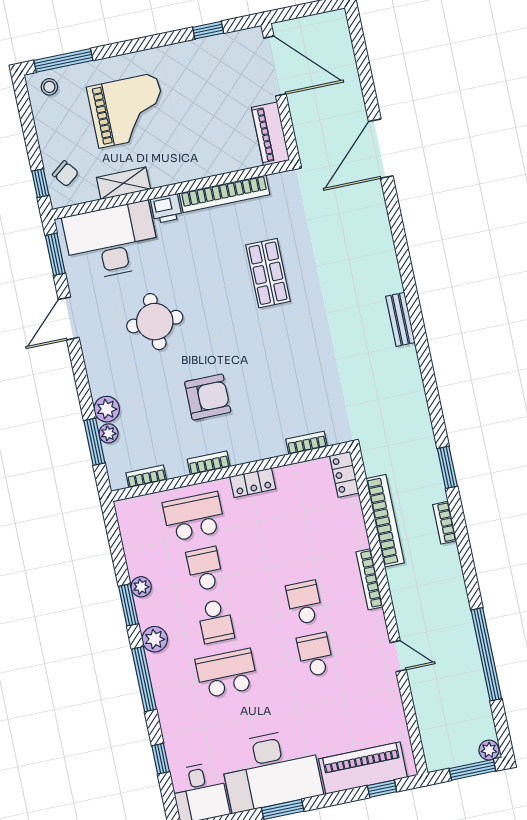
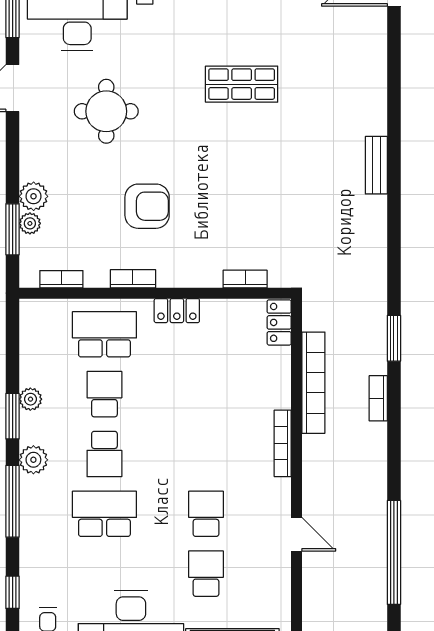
shop shelf: (268, 273) -> (242, 84), turned 90
school desk: (304, 603) -> (206, 574), moved

